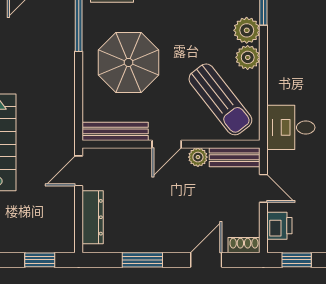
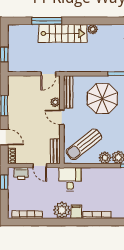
plant: (198, 157) -> (55, 102), moved
door: (79, 171) -> (48, 74), swing flipped
door: (263, 188) -> (40, 166), hinge flipped
dresser: (93, 217) -> (25, 81), removed

